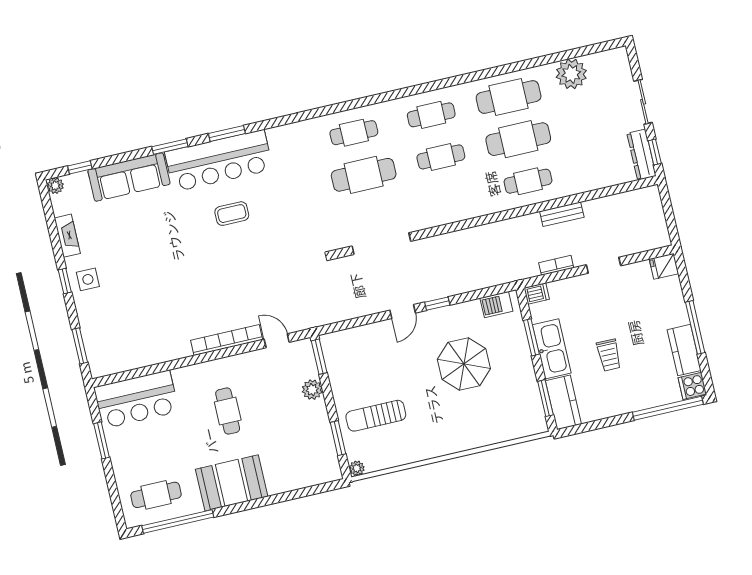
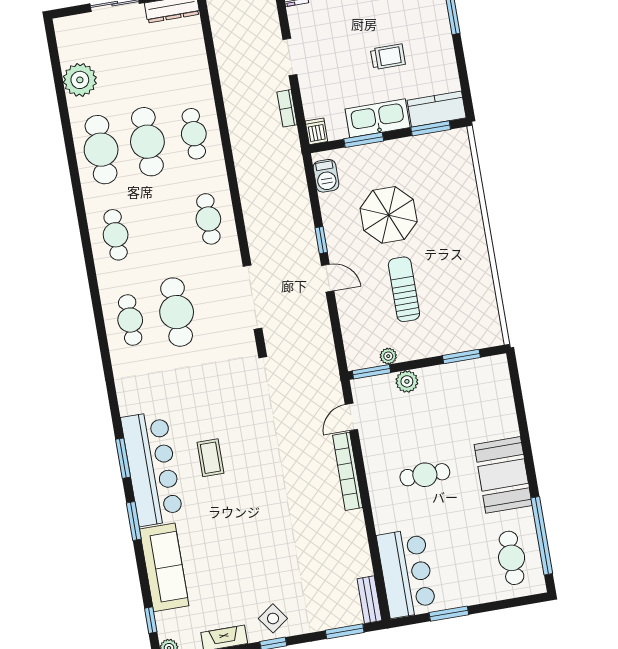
cafe table: (441, 157) -> (208, 219), moved
bench: (562, 214) -> (369, 600), moved
side table: (88, 279) -> (273, 618), turned -36
sun lounger: (376, 416) -> (404, 289), moved, turned 180
plant: (357, 468) -> (388, 356), moved

